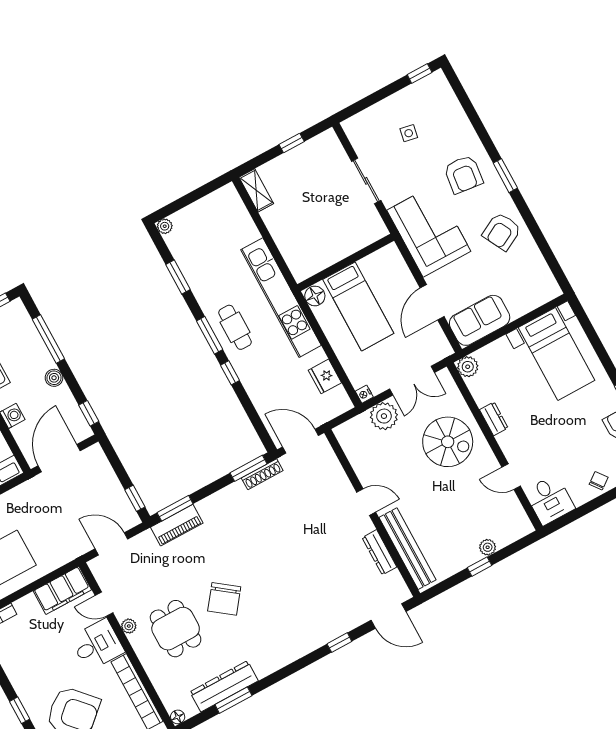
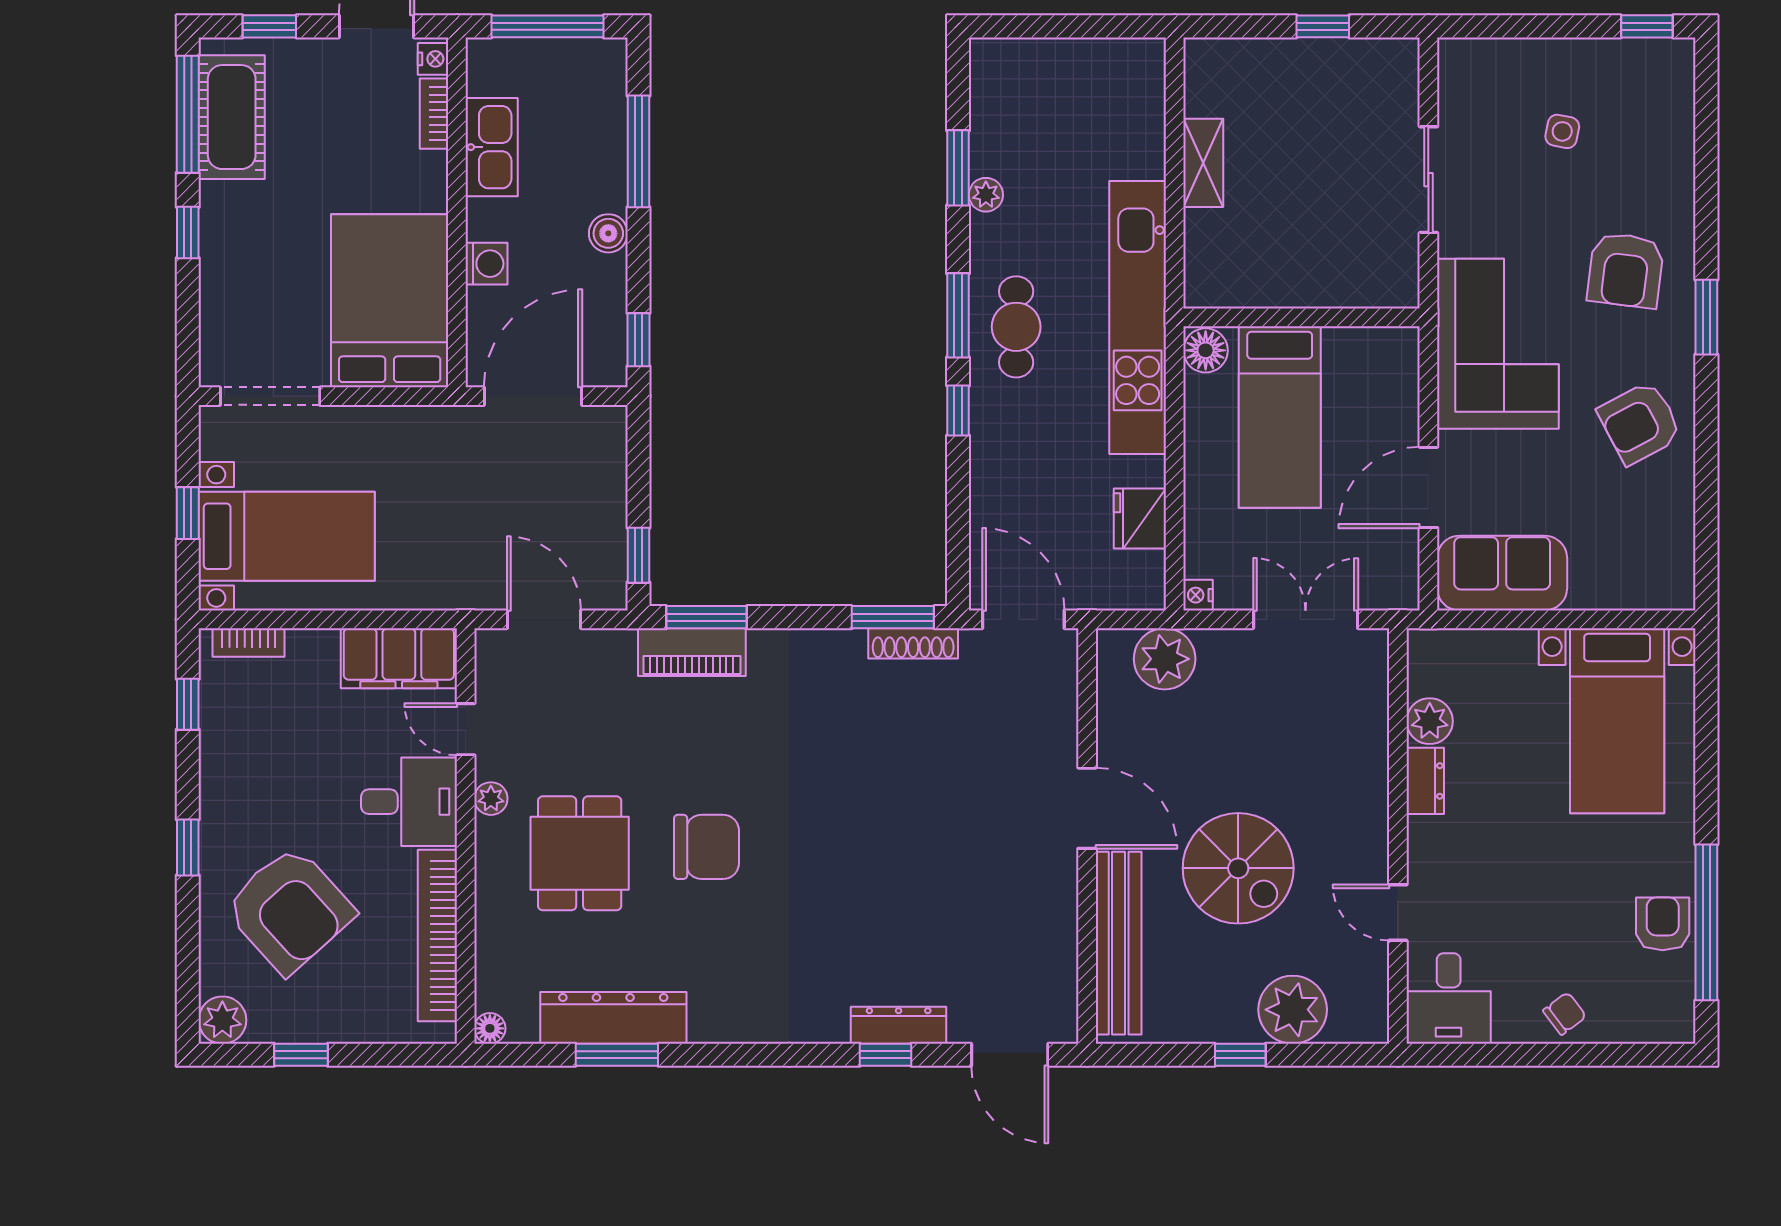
shelving: (256, 190) -> (1203, 163), moved
plant: (165, 226) -> (986, 195), moved
plant: (468, 367) -> (1430, 721), moved
double door: (412, 381) -> (1306, 619), swing flipped
plant: (384, 416) -> (1165, 659), moved
spiral stairs: (448, 442) -> (1238, 868), moved
door: (366, 502) -> (1087, 808), width x1.38
plant: (488, 547) -> (1293, 1010), width x1.87, depth x1.87
dresser: (379, 552) -> (899, 1025), moved, turned 90
chair: (224, 599) -> (706, 847), turned -127

